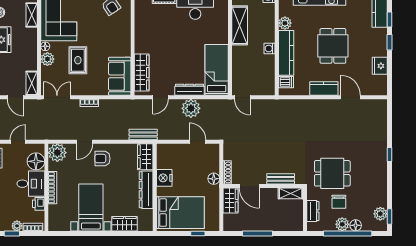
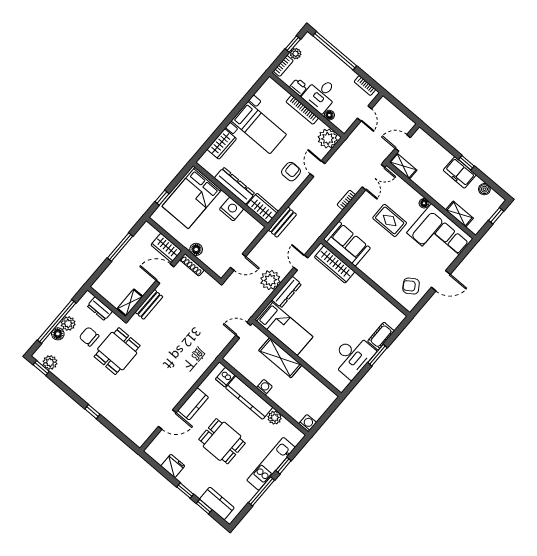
shelving: (240, 25) -> (280, 358), moved
plant: (47, 59) -> (412, 196), removed
floor lamp: (36, 161) -> (329, 115), width x0.53, depth x0.53

